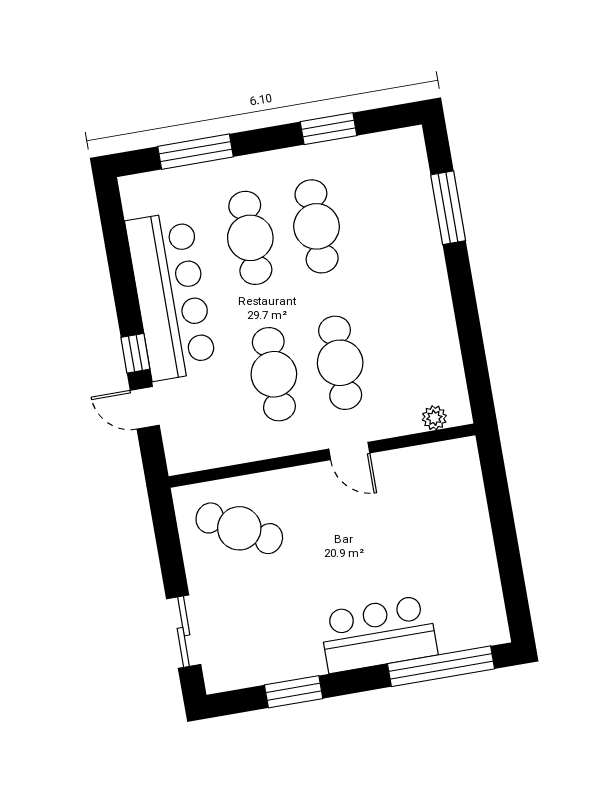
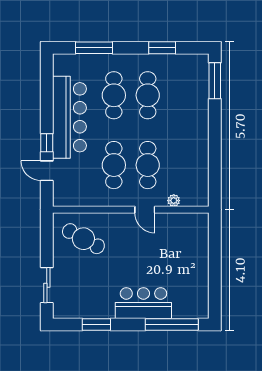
window: (448, 208) -> (215, 81), moved
plant: (434, 418) -> (174, 201), moved

